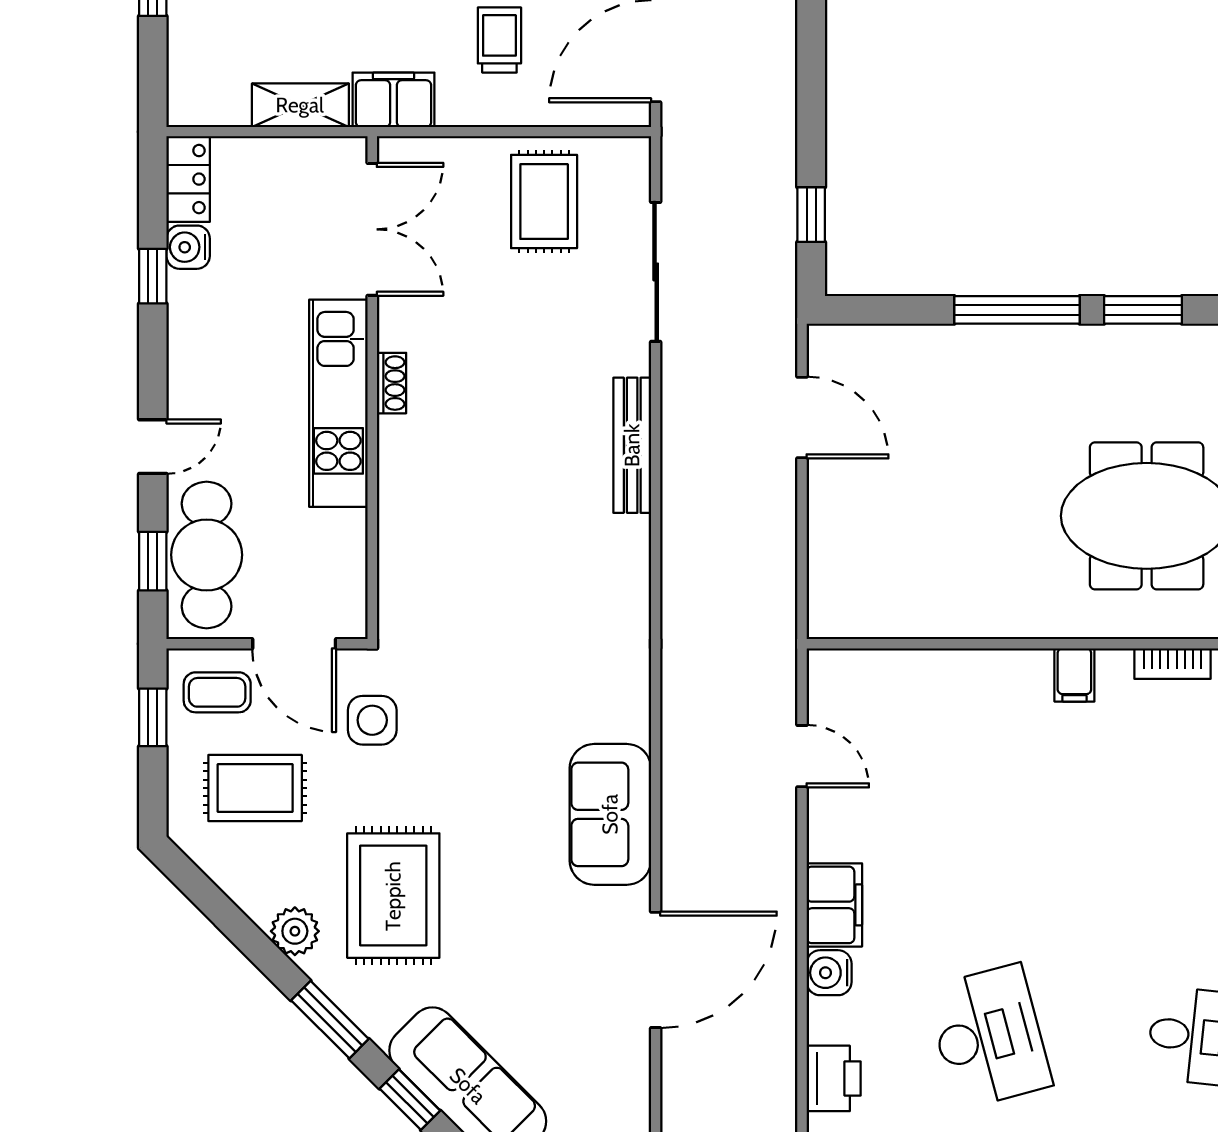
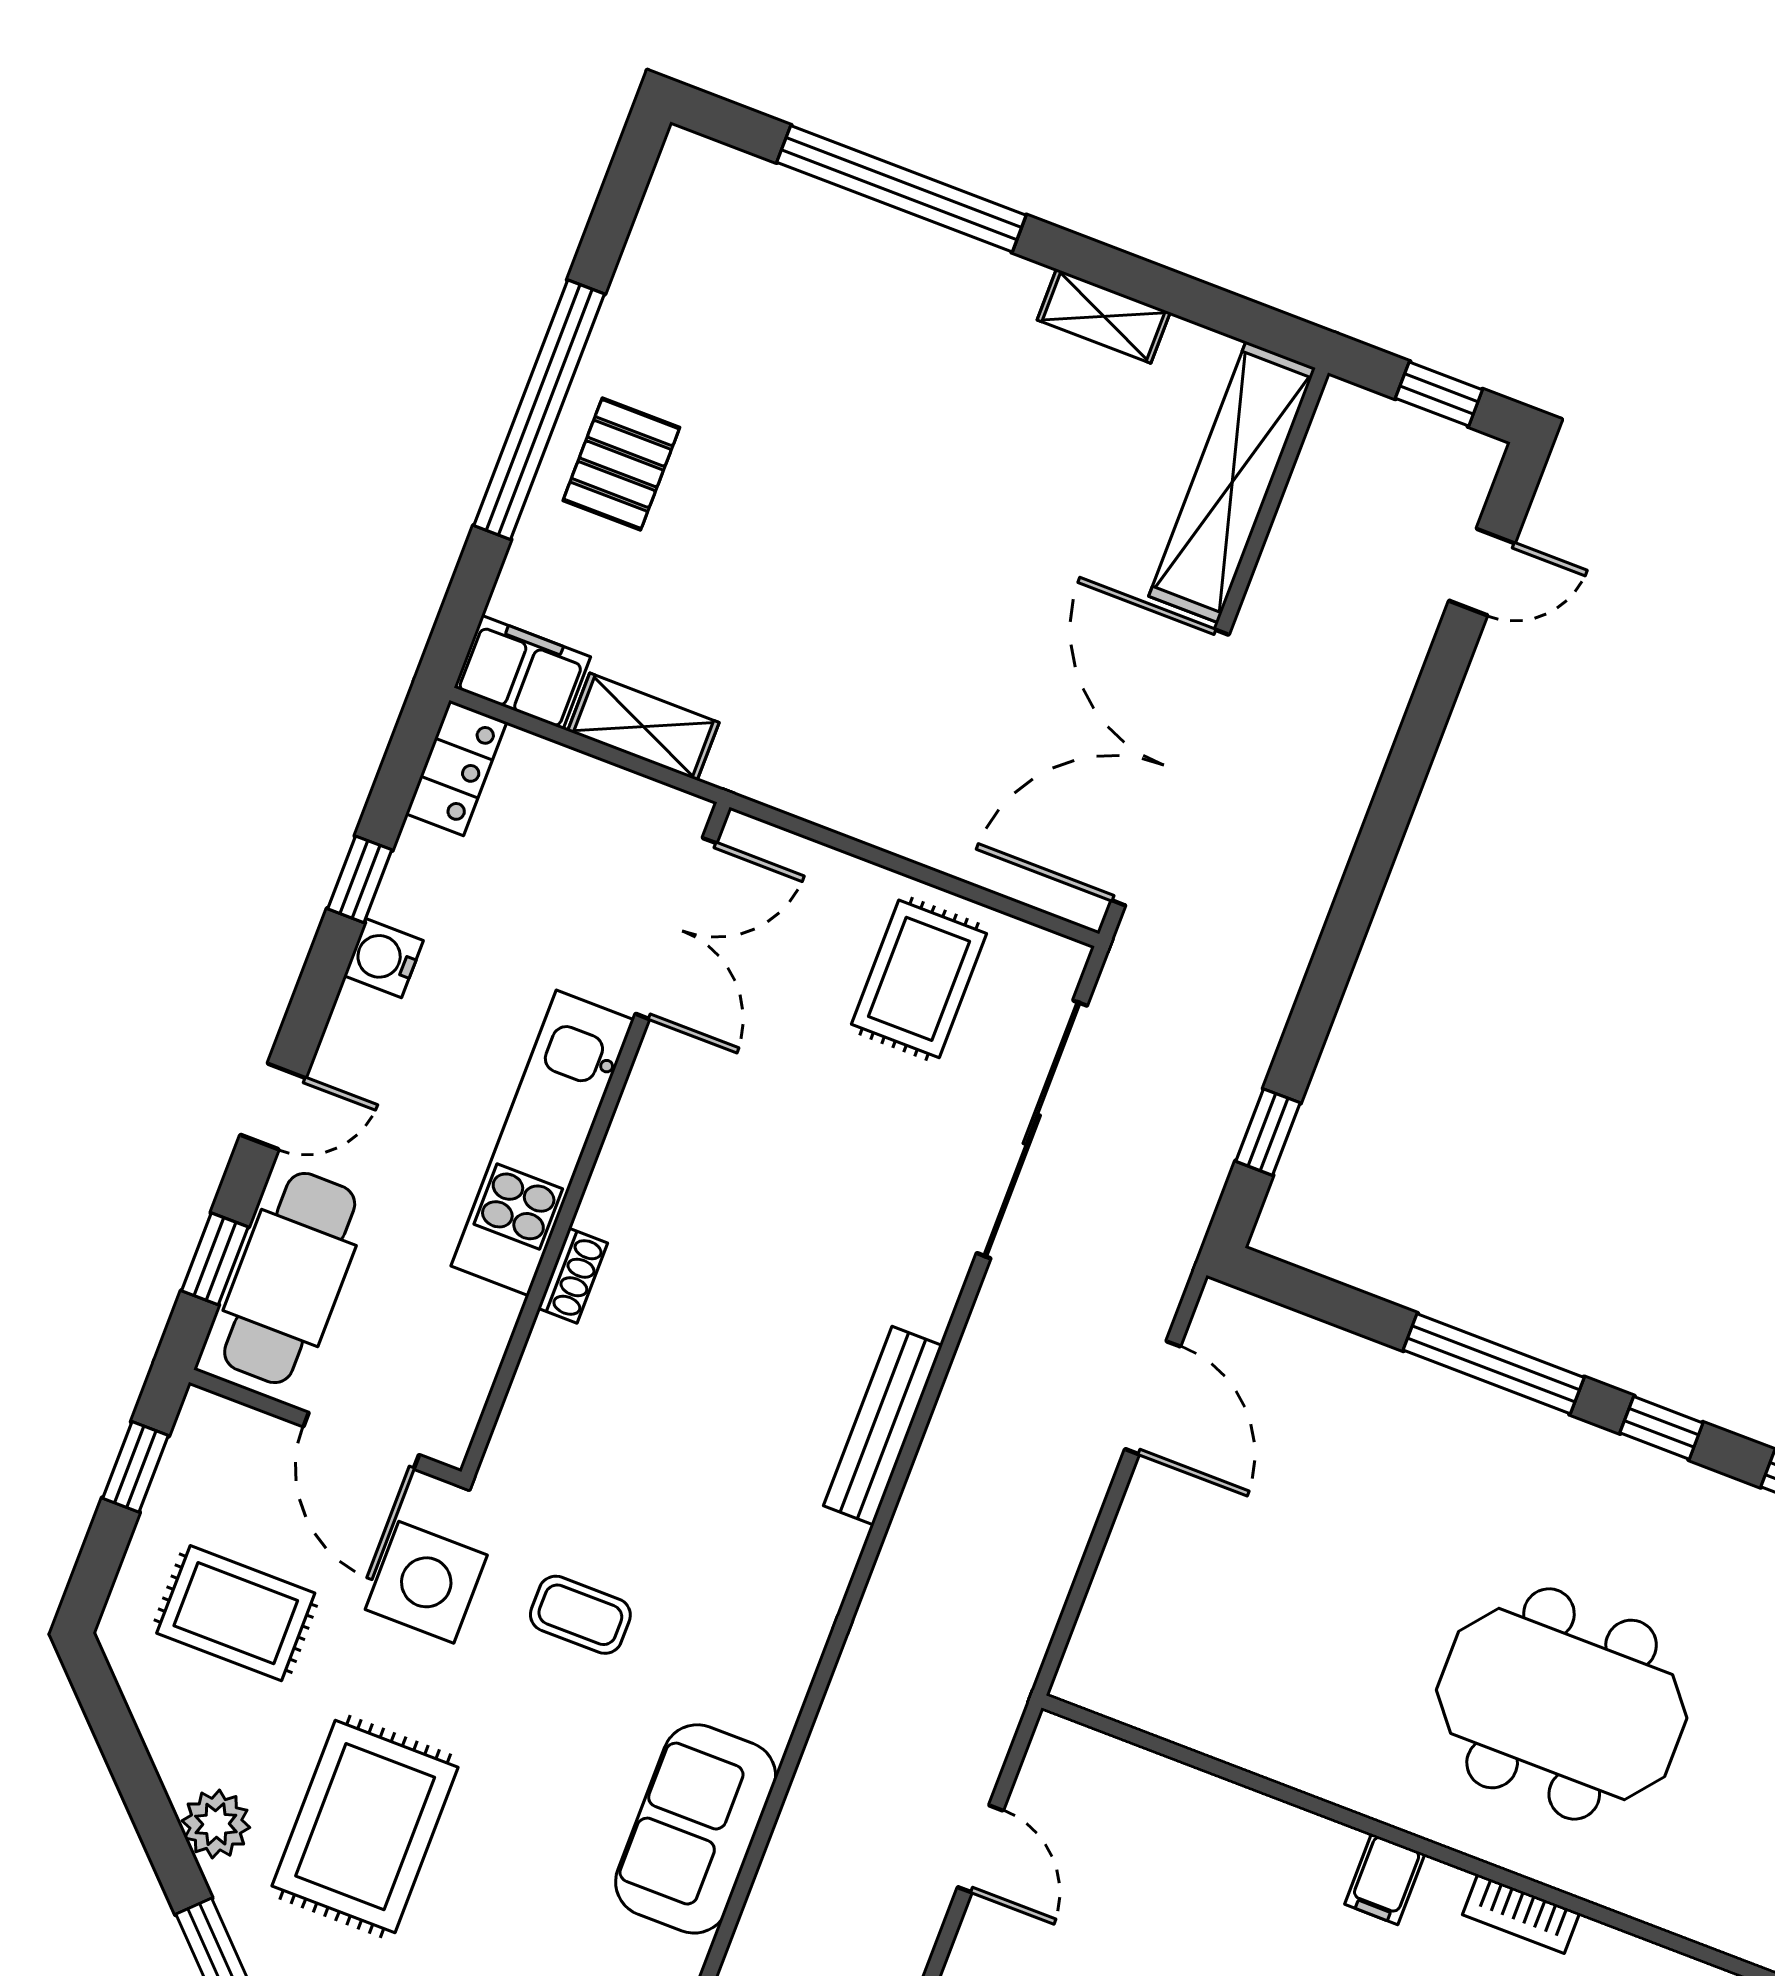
trolley: (499, 40) -> (942, 741), removed
filing cabinet: (393, 100) -> (522, 672), moved
water cooler: (188, 247) -> (384, 958), moved
sliding door: (656, 272) -> (1032, 1129), width x1.36
window: (1143, 310) -> (1661, 1428), width x0.67
shoe rack: (391, 383) -> (573, 1276), moved
bench: (632, 445) -> (883, 1426), moved
coffee table: (217, 692) -> (580, 1615), moved
side table: (372, 720) -> (426, 1582), width x1.37, depth x1.37

